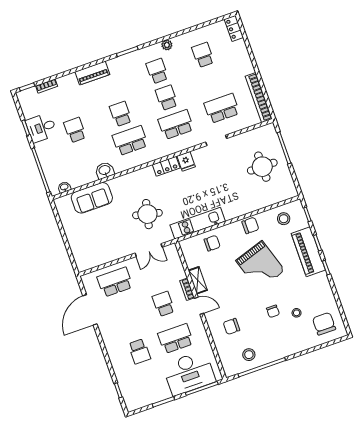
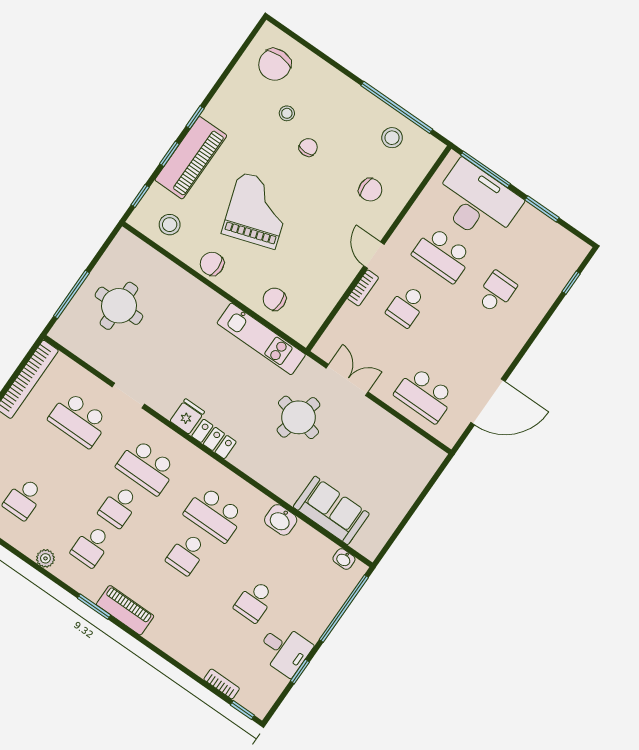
piano: (92, 73) -> (125, 610), moved
shelving: (198, 280) -> (340, 282), removed

